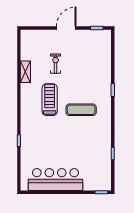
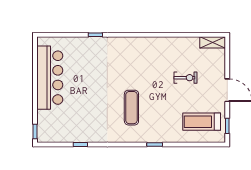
shelving: (25, 72) -> (213, 42), moved
treadmill: (50, 100) -> (202, 122), moved, turned 180

